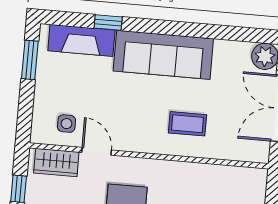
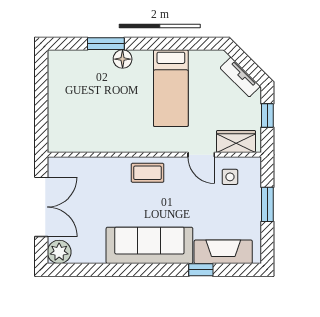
window: (30, 60) -> (267, 204), moved
coffee table: (188, 124) -> (148, 173), moved

